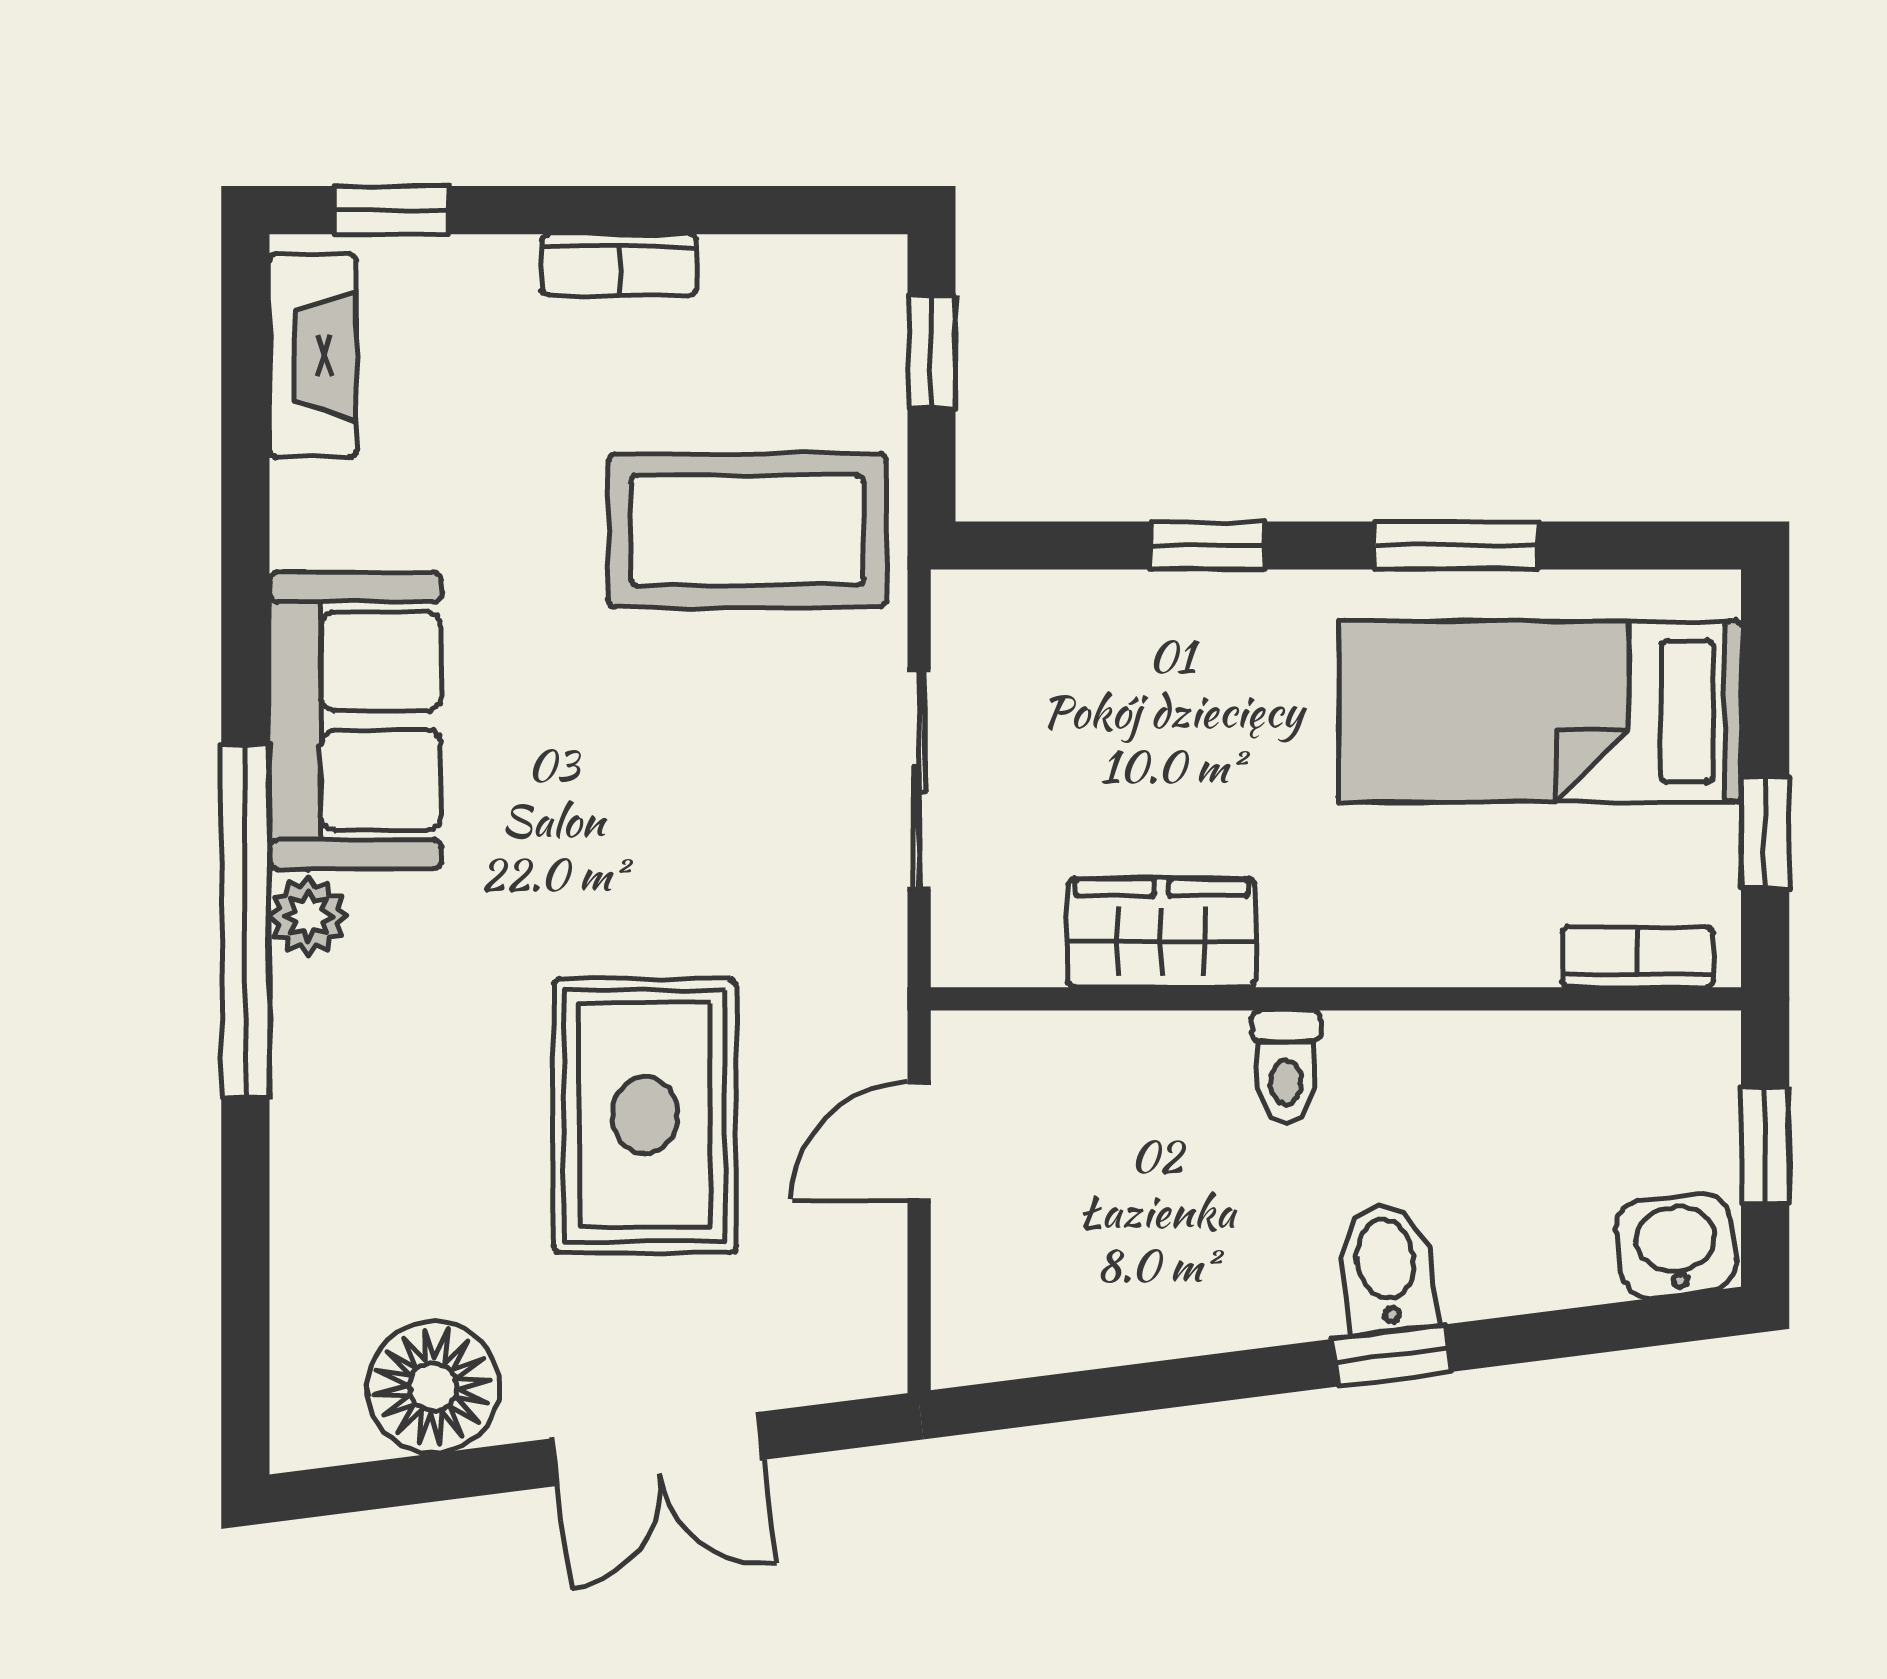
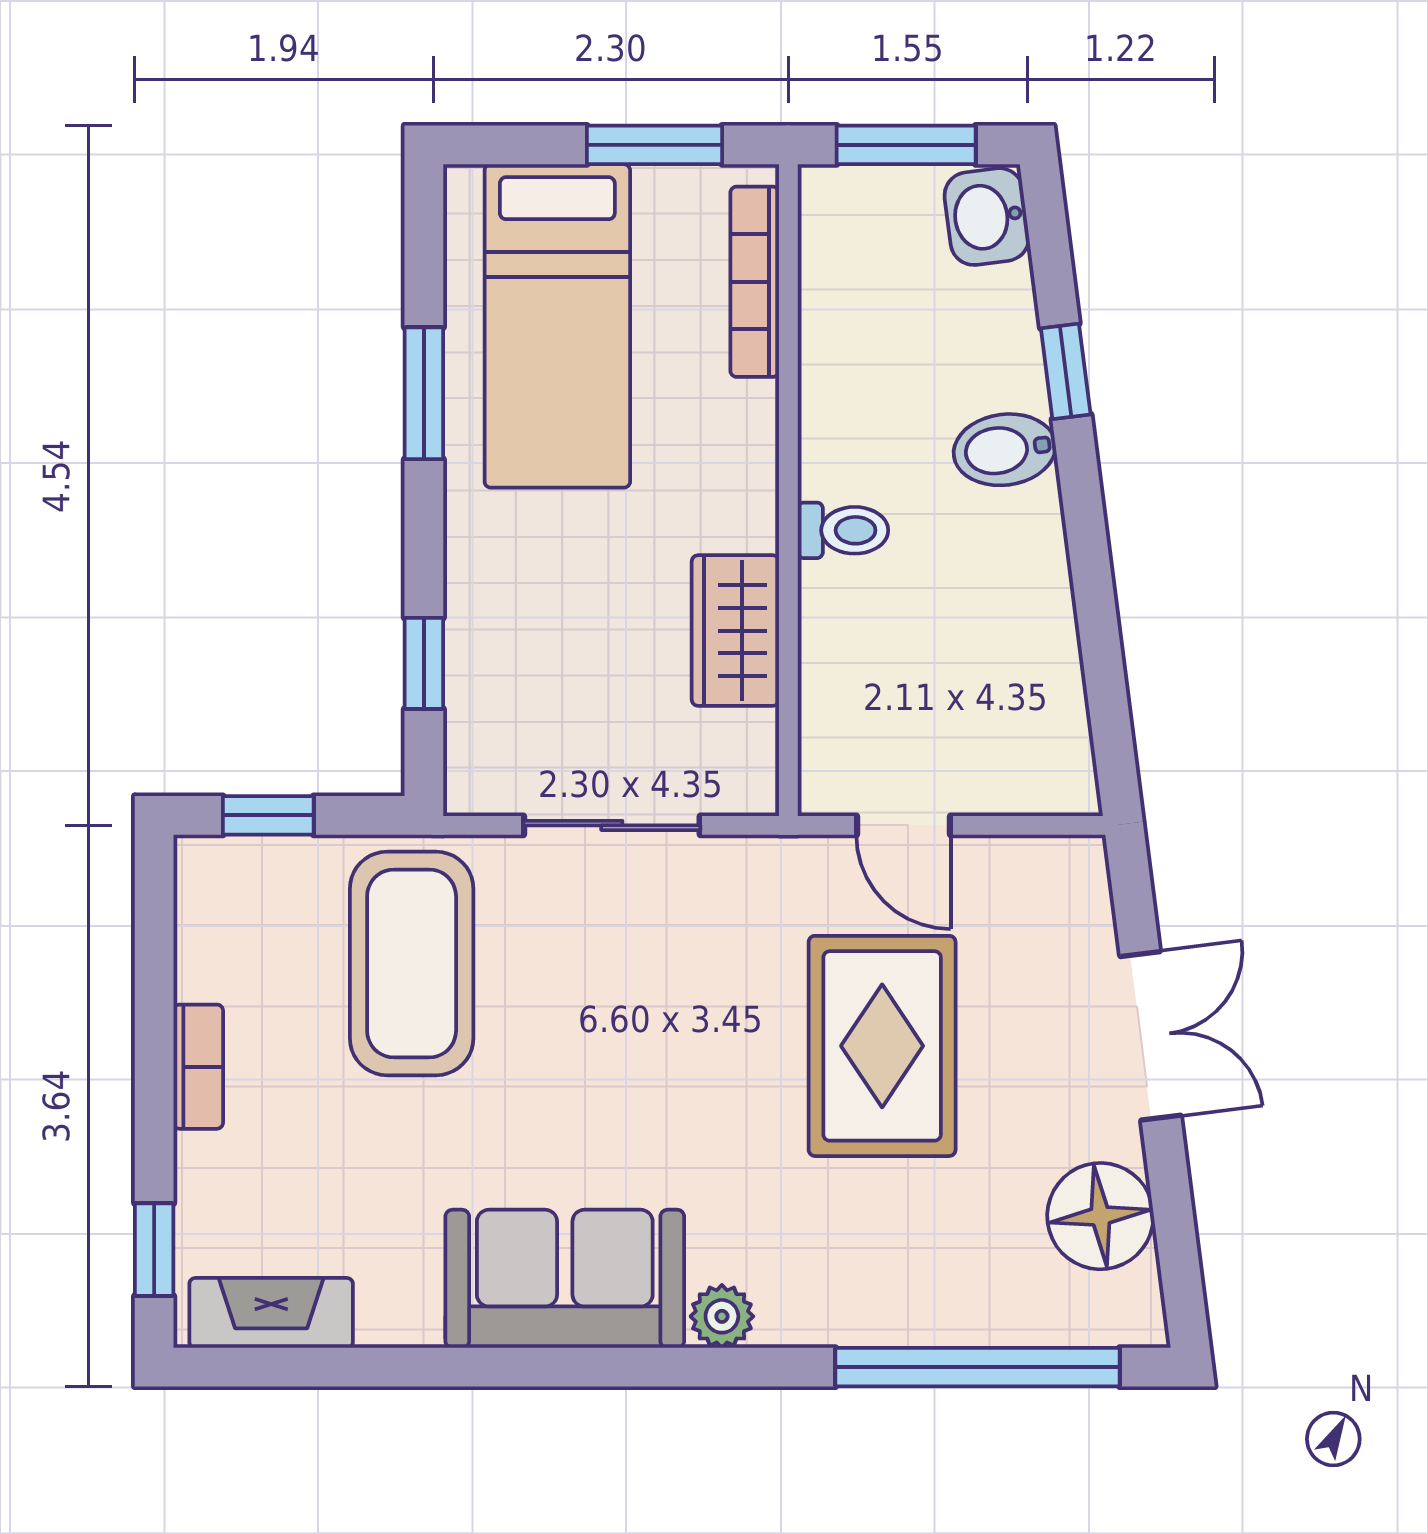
window: (1207, 546) -> (424, 663), moved
window: (1765, 832) -> (655, 145), width x1.50
window: (245, 921) -> (977, 1367), moved
bookcase: (1638, 957) -> (755, 282), width x1.56
rug: (645, 1115) -> (882, 1046), turned 90
window: (1765, 1145) -> (906, 145), width x1.50
window: (1392, 1355) -> (1066, 371), moved

